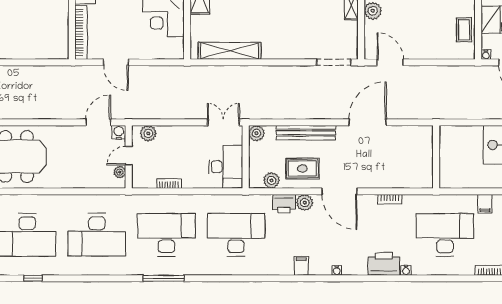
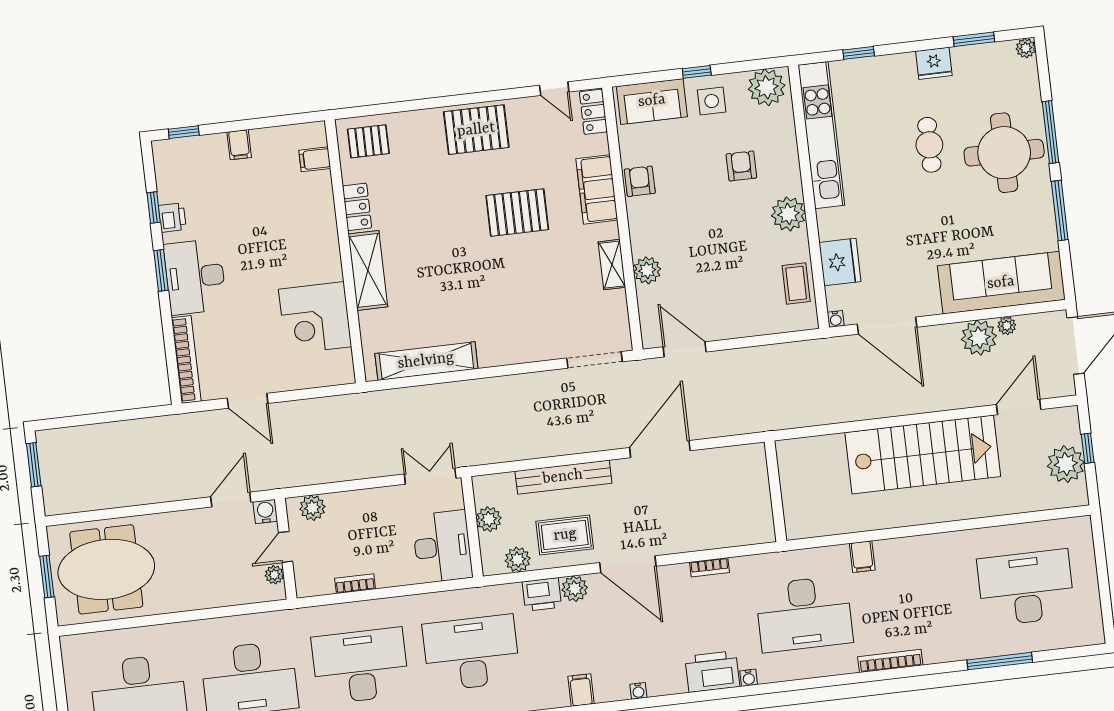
plant: (257, 133) -> (489, 519), moved
desk: (445, 235) -> (804, 614), turned 180

